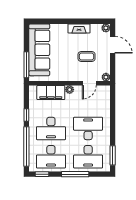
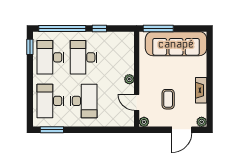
filing cabinet: (51, 93) -> (126, 57), removed
window: (75, 174) -> (30, 86), removed

